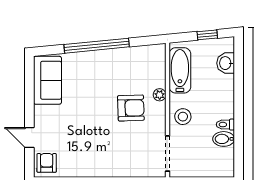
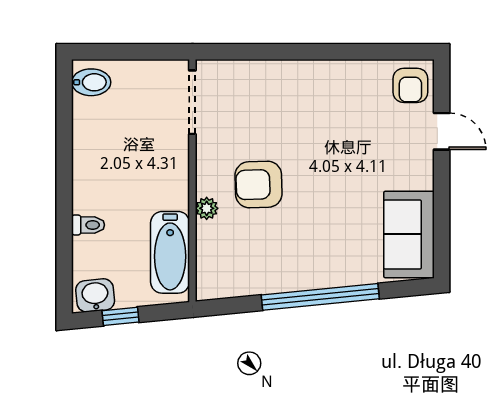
washbasin: (226, 63) -> (95, 295), moved, turned -96
stool: (183, 117) -> (165, 169), removed
toilet: (225, 125) -> (88, 225), moved
bidet: (224, 139) -> (91, 82), moved

